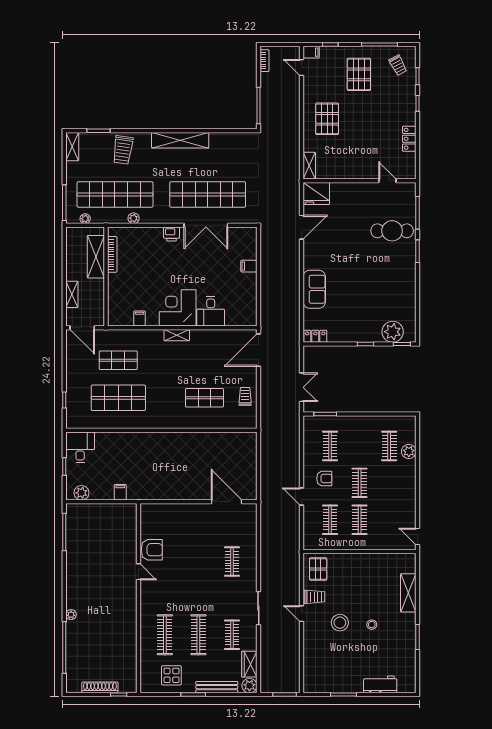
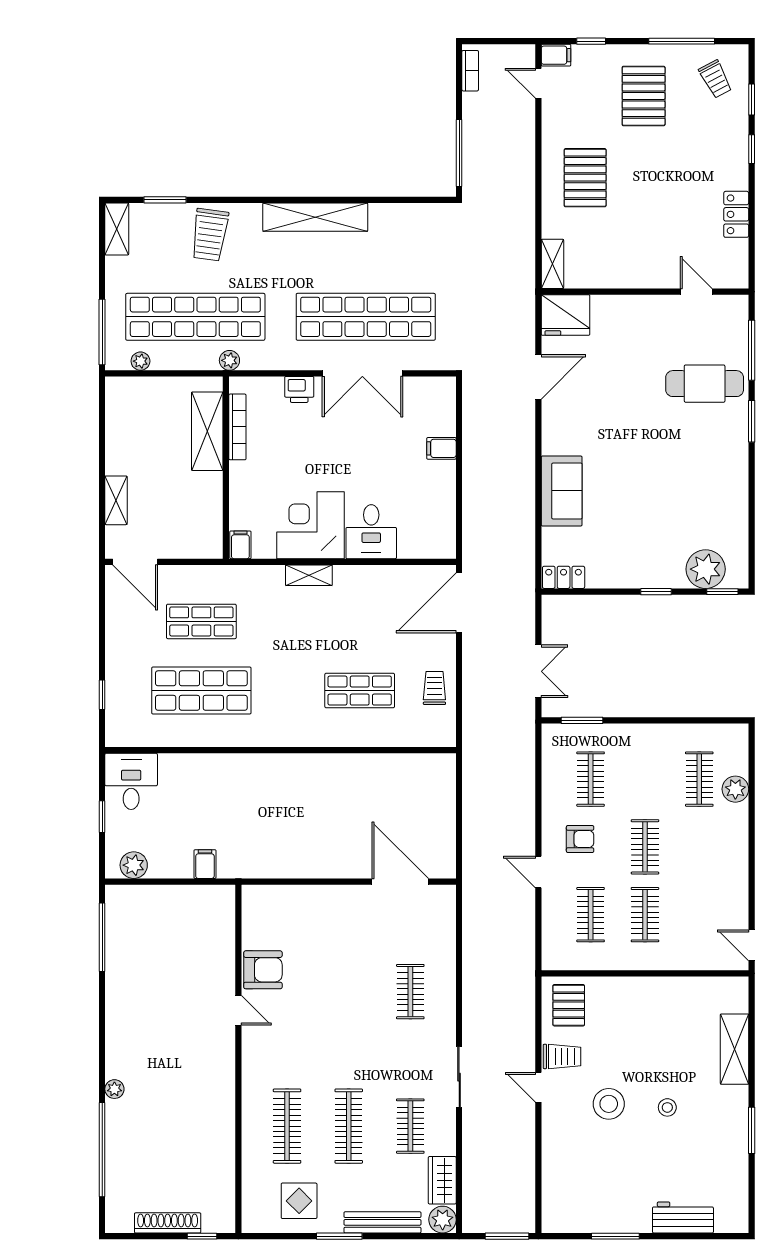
bookcase: (112, 254) -> (237, 427), moved
shelving: (96, 257) -> (207, 431), moved
wall: (106, 277) -> (226, 468), moved

